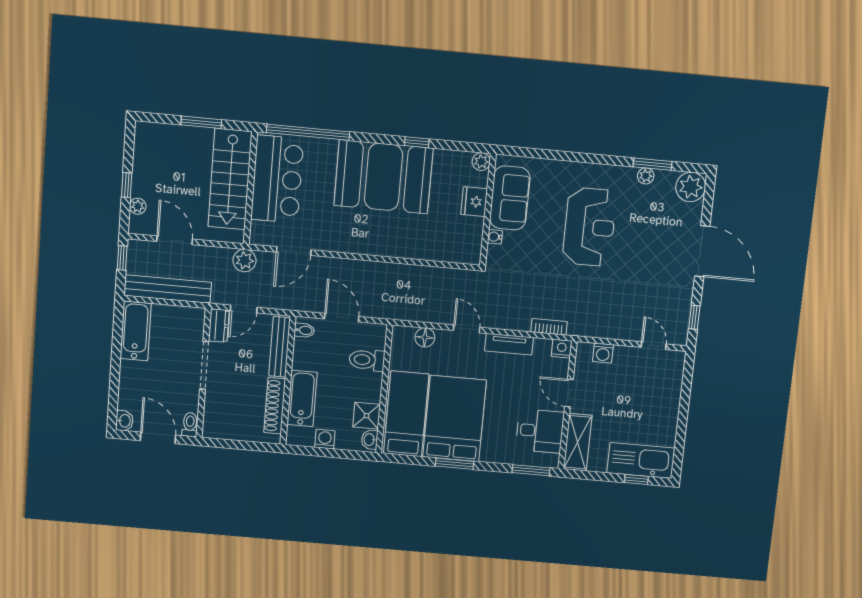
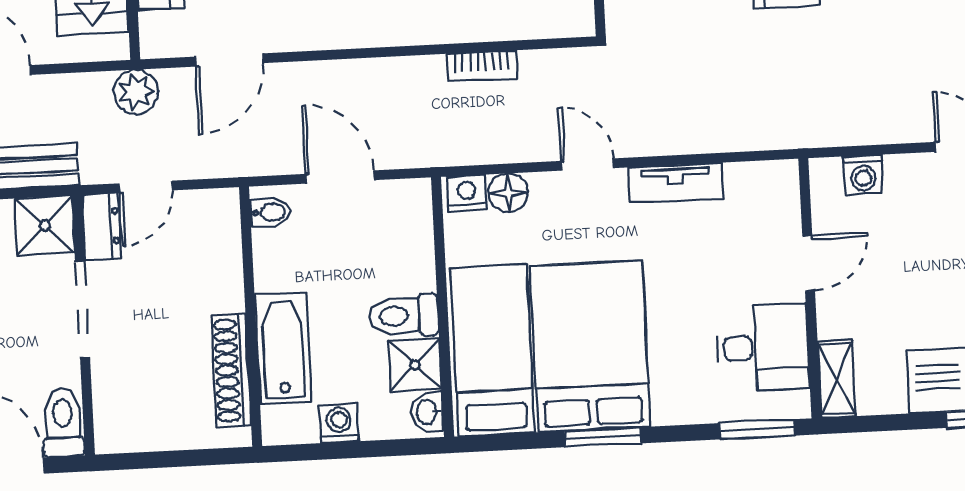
shower: (190, 321) -> (45, 225), added
bookcase: (549, 327) -> (482, 66), moved, turned 180
bench: (280, 347) -> (226, 252), removed
nightstand: (562, 349) -> (466, 193), moved
toilet: (367, 360) -> (404, 316), moved
door: (569, 393) -> (809, 263), swing flipped
toilet: (190, 425) -> (63, 423), width x1.37, depth x1.39
shelving: (578, 442) -> (837, 379), width x0.67, depth x0.75

